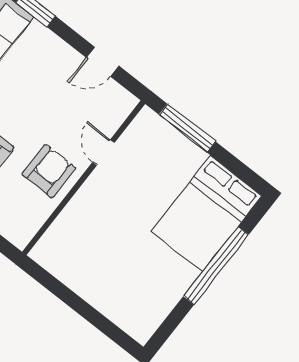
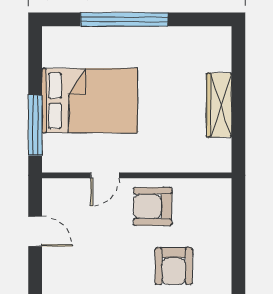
bed: (206, 214) -> (90, 101), moved
wardrobe: (88, 288) -> (219, 105), added

